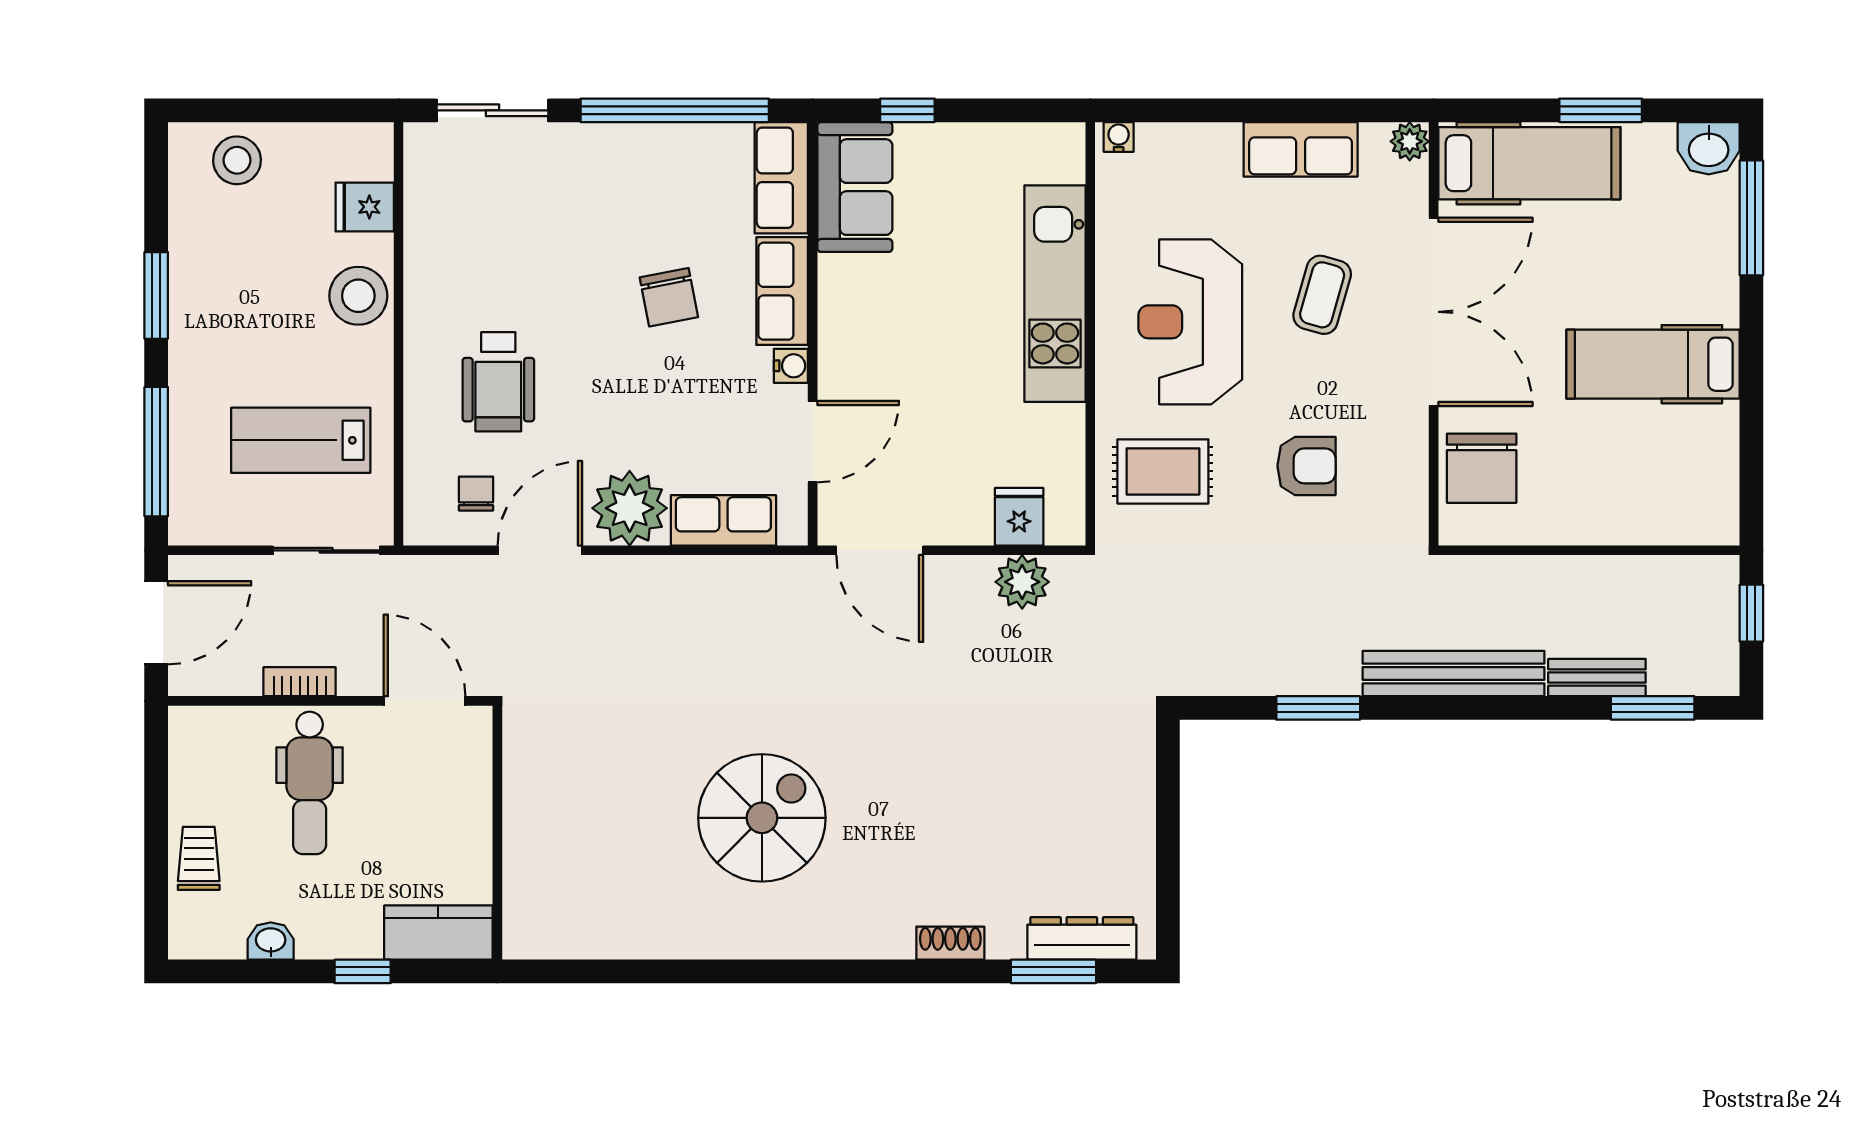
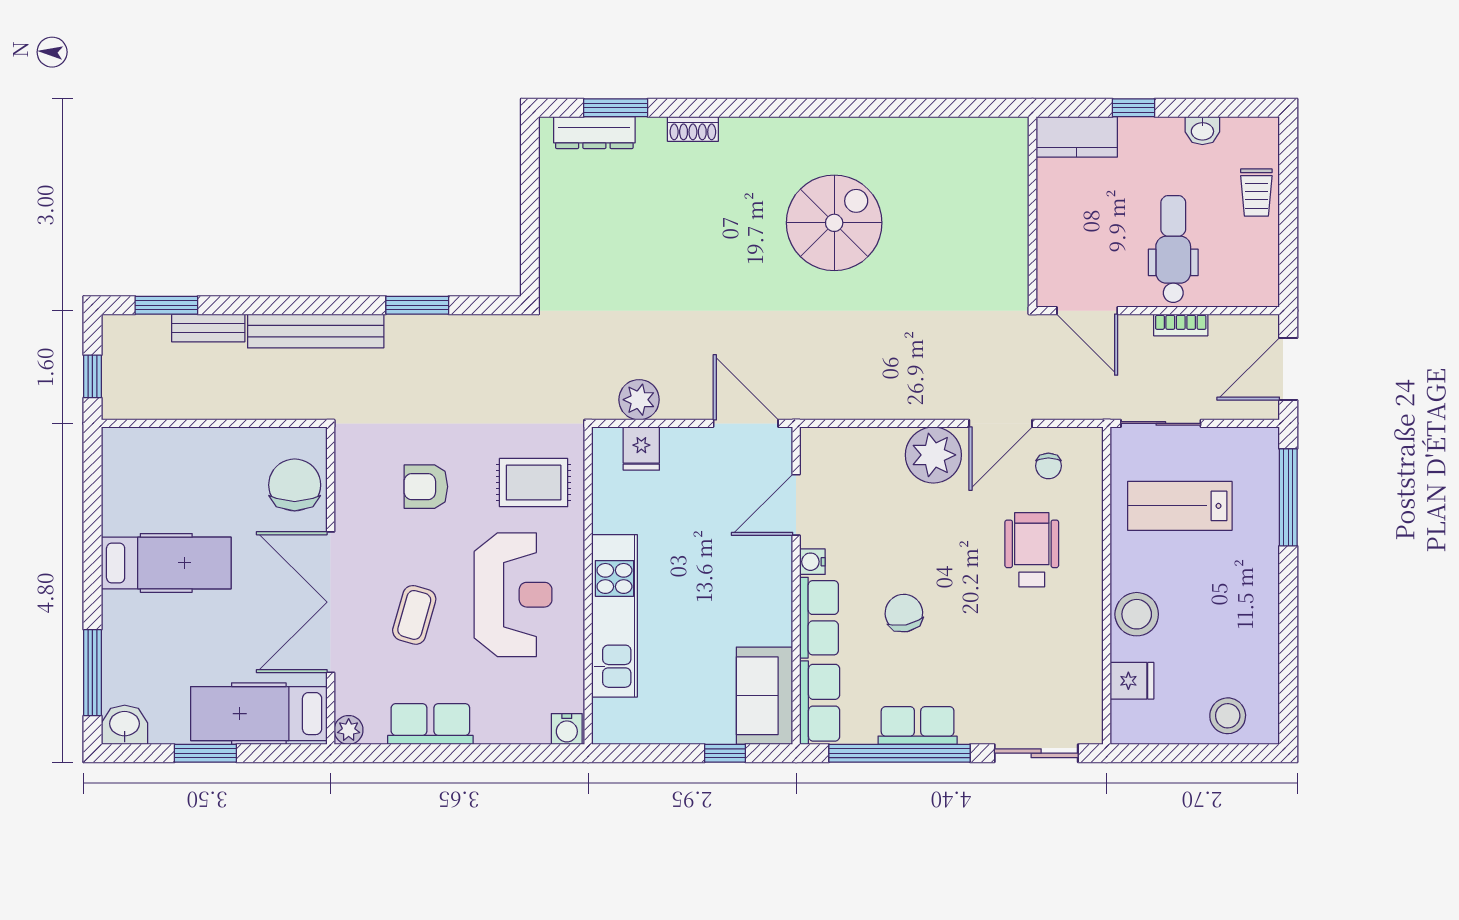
water cooler: (1119, 137) -> (567, 729), width x1.38, depth x1.38
window: (156, 295) -> (1288, 614), removed
lab bench: (301, 440) -> (1180, 506), turned 180
row of seats: (723, 520) -> (918, 726), moved, turned 180
spiral stairs: (762, 818) -> (834, 223), turned 180

